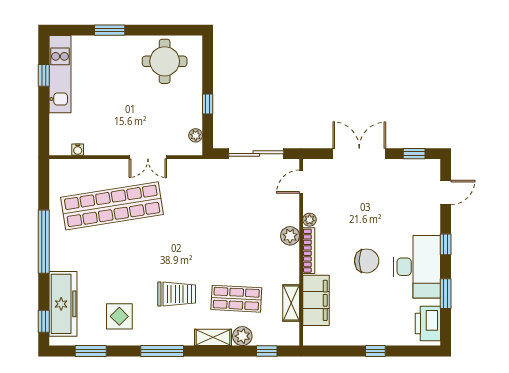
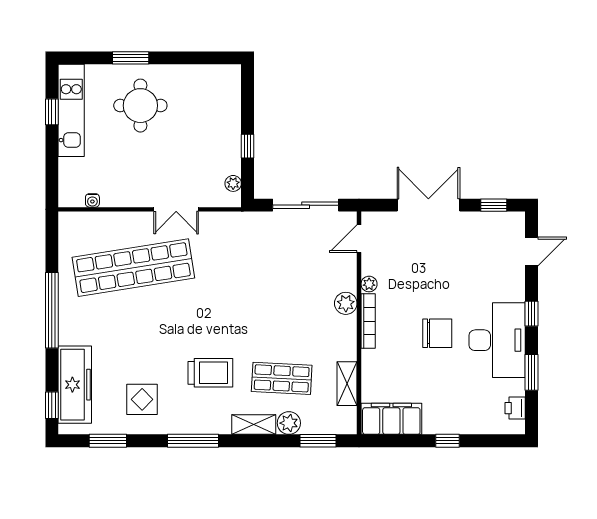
round table: (165, 61) -> (140, 106), moved
filing cabinet: (316, 300) -> (391, 419), moved, turned -90
printer: (428, 324) -> (515, 408), width x0.53, depth x0.68
window: (267, 351) -> (318, 441), width x1.50

